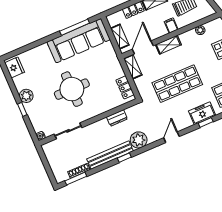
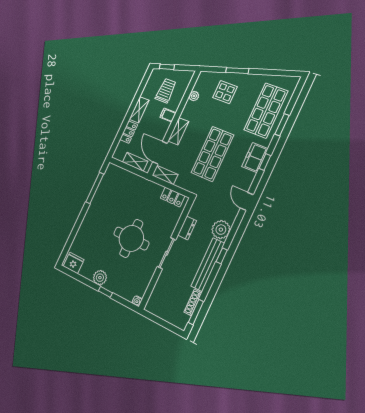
sofa: (79, 41) -> (106, 195), removed
sliding door: (68, 131) -> (166, 253), moved

